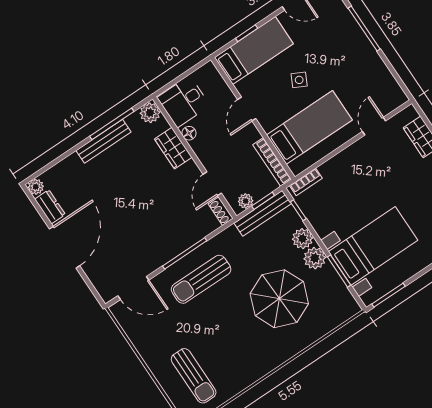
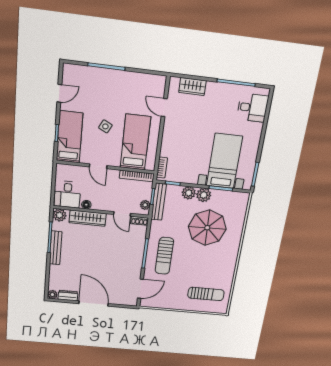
wardrobe: (173, 148) -> (88, 218), width x1.50

